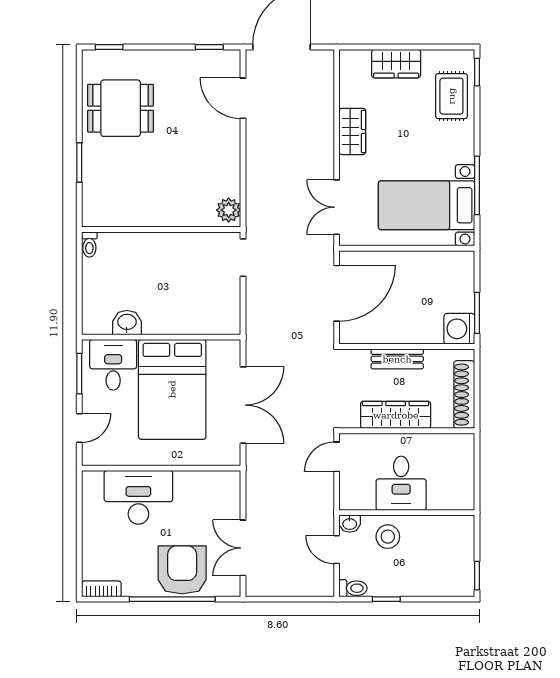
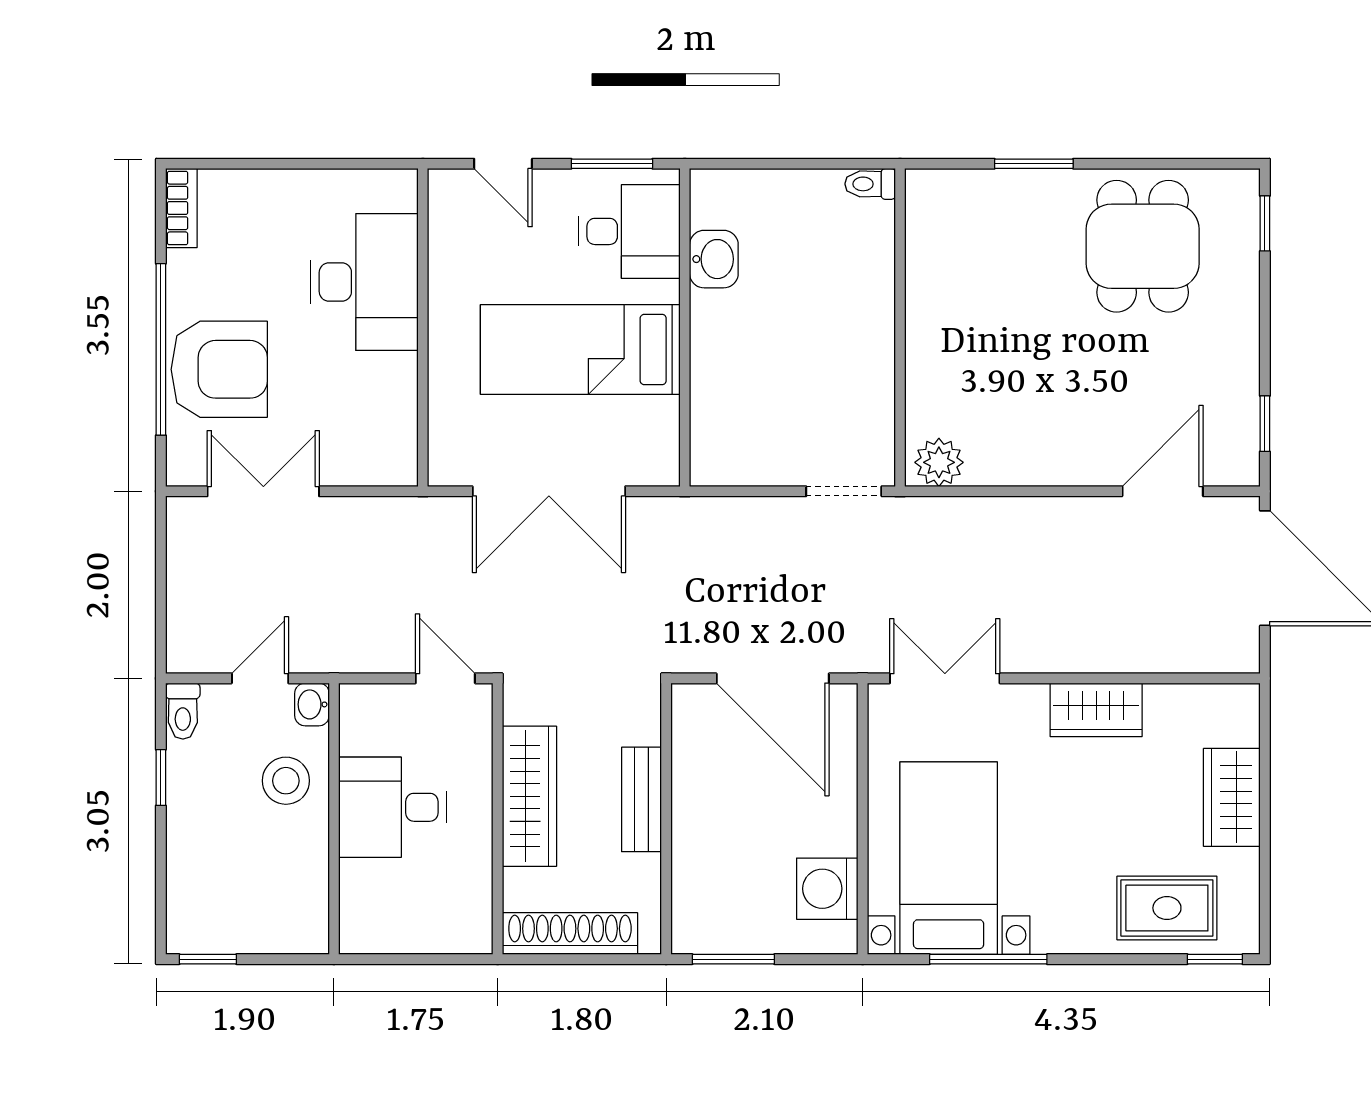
washing machine: (459, 329) -> (827, 889), moved, turned -90
bed: (172, 389) -> (580, 350), width x0.67

